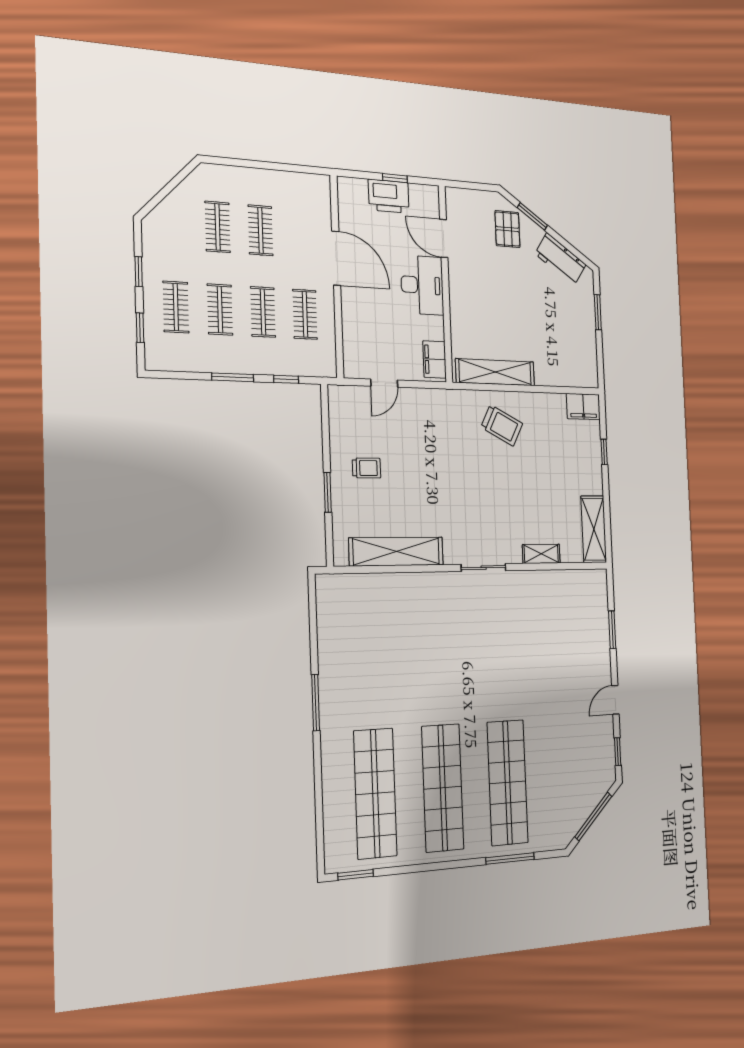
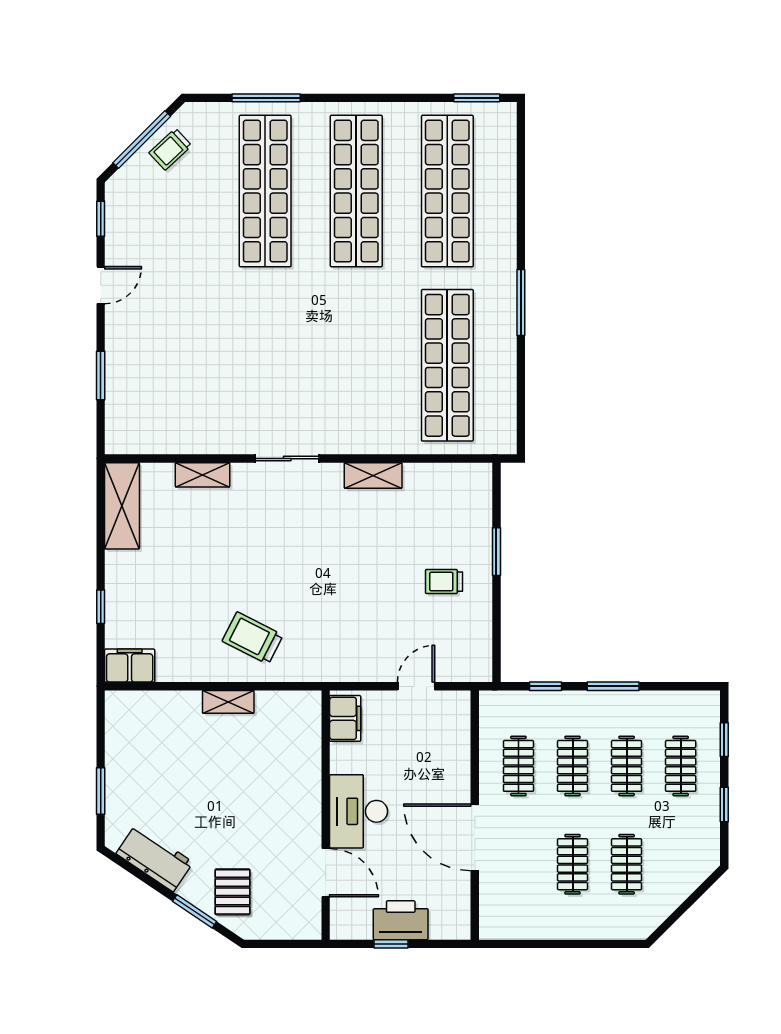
shelving: (495, 372) -> (228, 702), width x0.45, depth x0.75
shelving: (396, 551) -> (373, 476), width x0.45, depth x0.75
shop shelf: (370, 647) -> (447, 365), added
trolley: (574, 811) -> (170, 149), added

